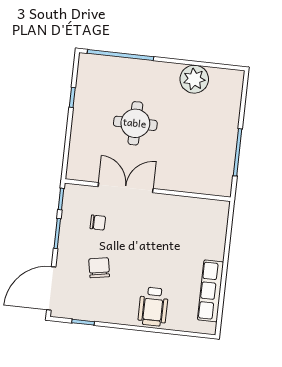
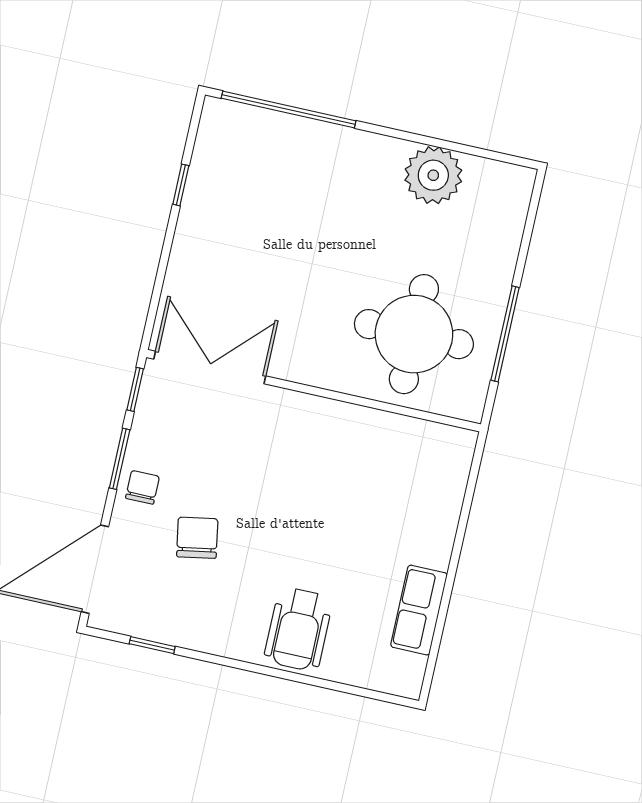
round table: (135, 123) -> (414, 334), moved, width x1.36, depth x1.36
double door: (126, 188) -> (210, 367), moved
chair: (98, 223) -> (142, 487), moved, turned -90
row of seats: (211, 291) -> (419, 610), width x0.68

